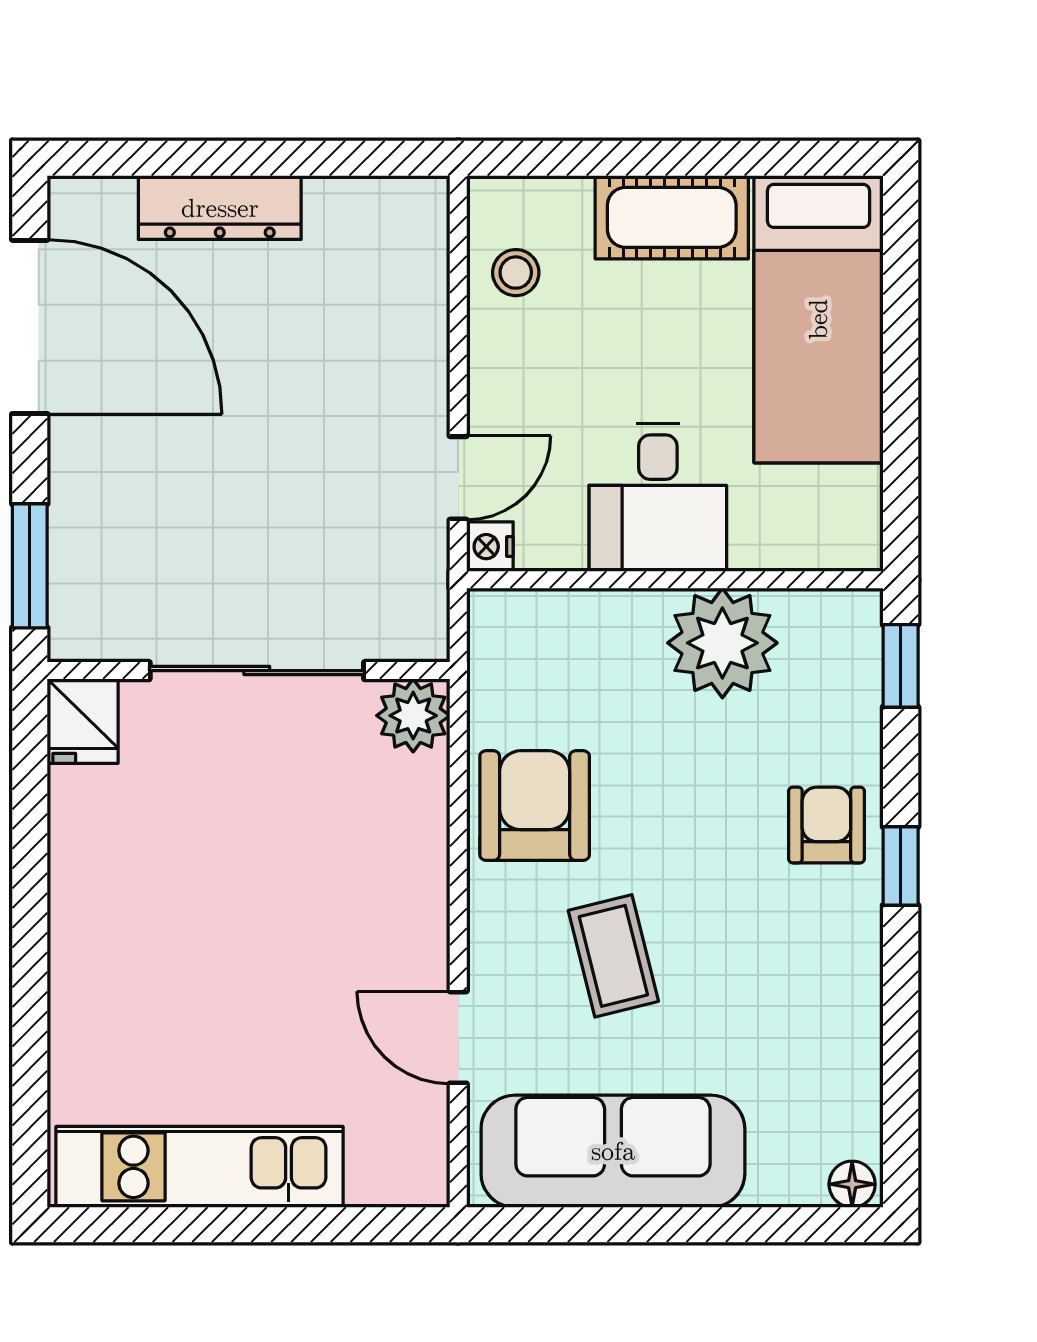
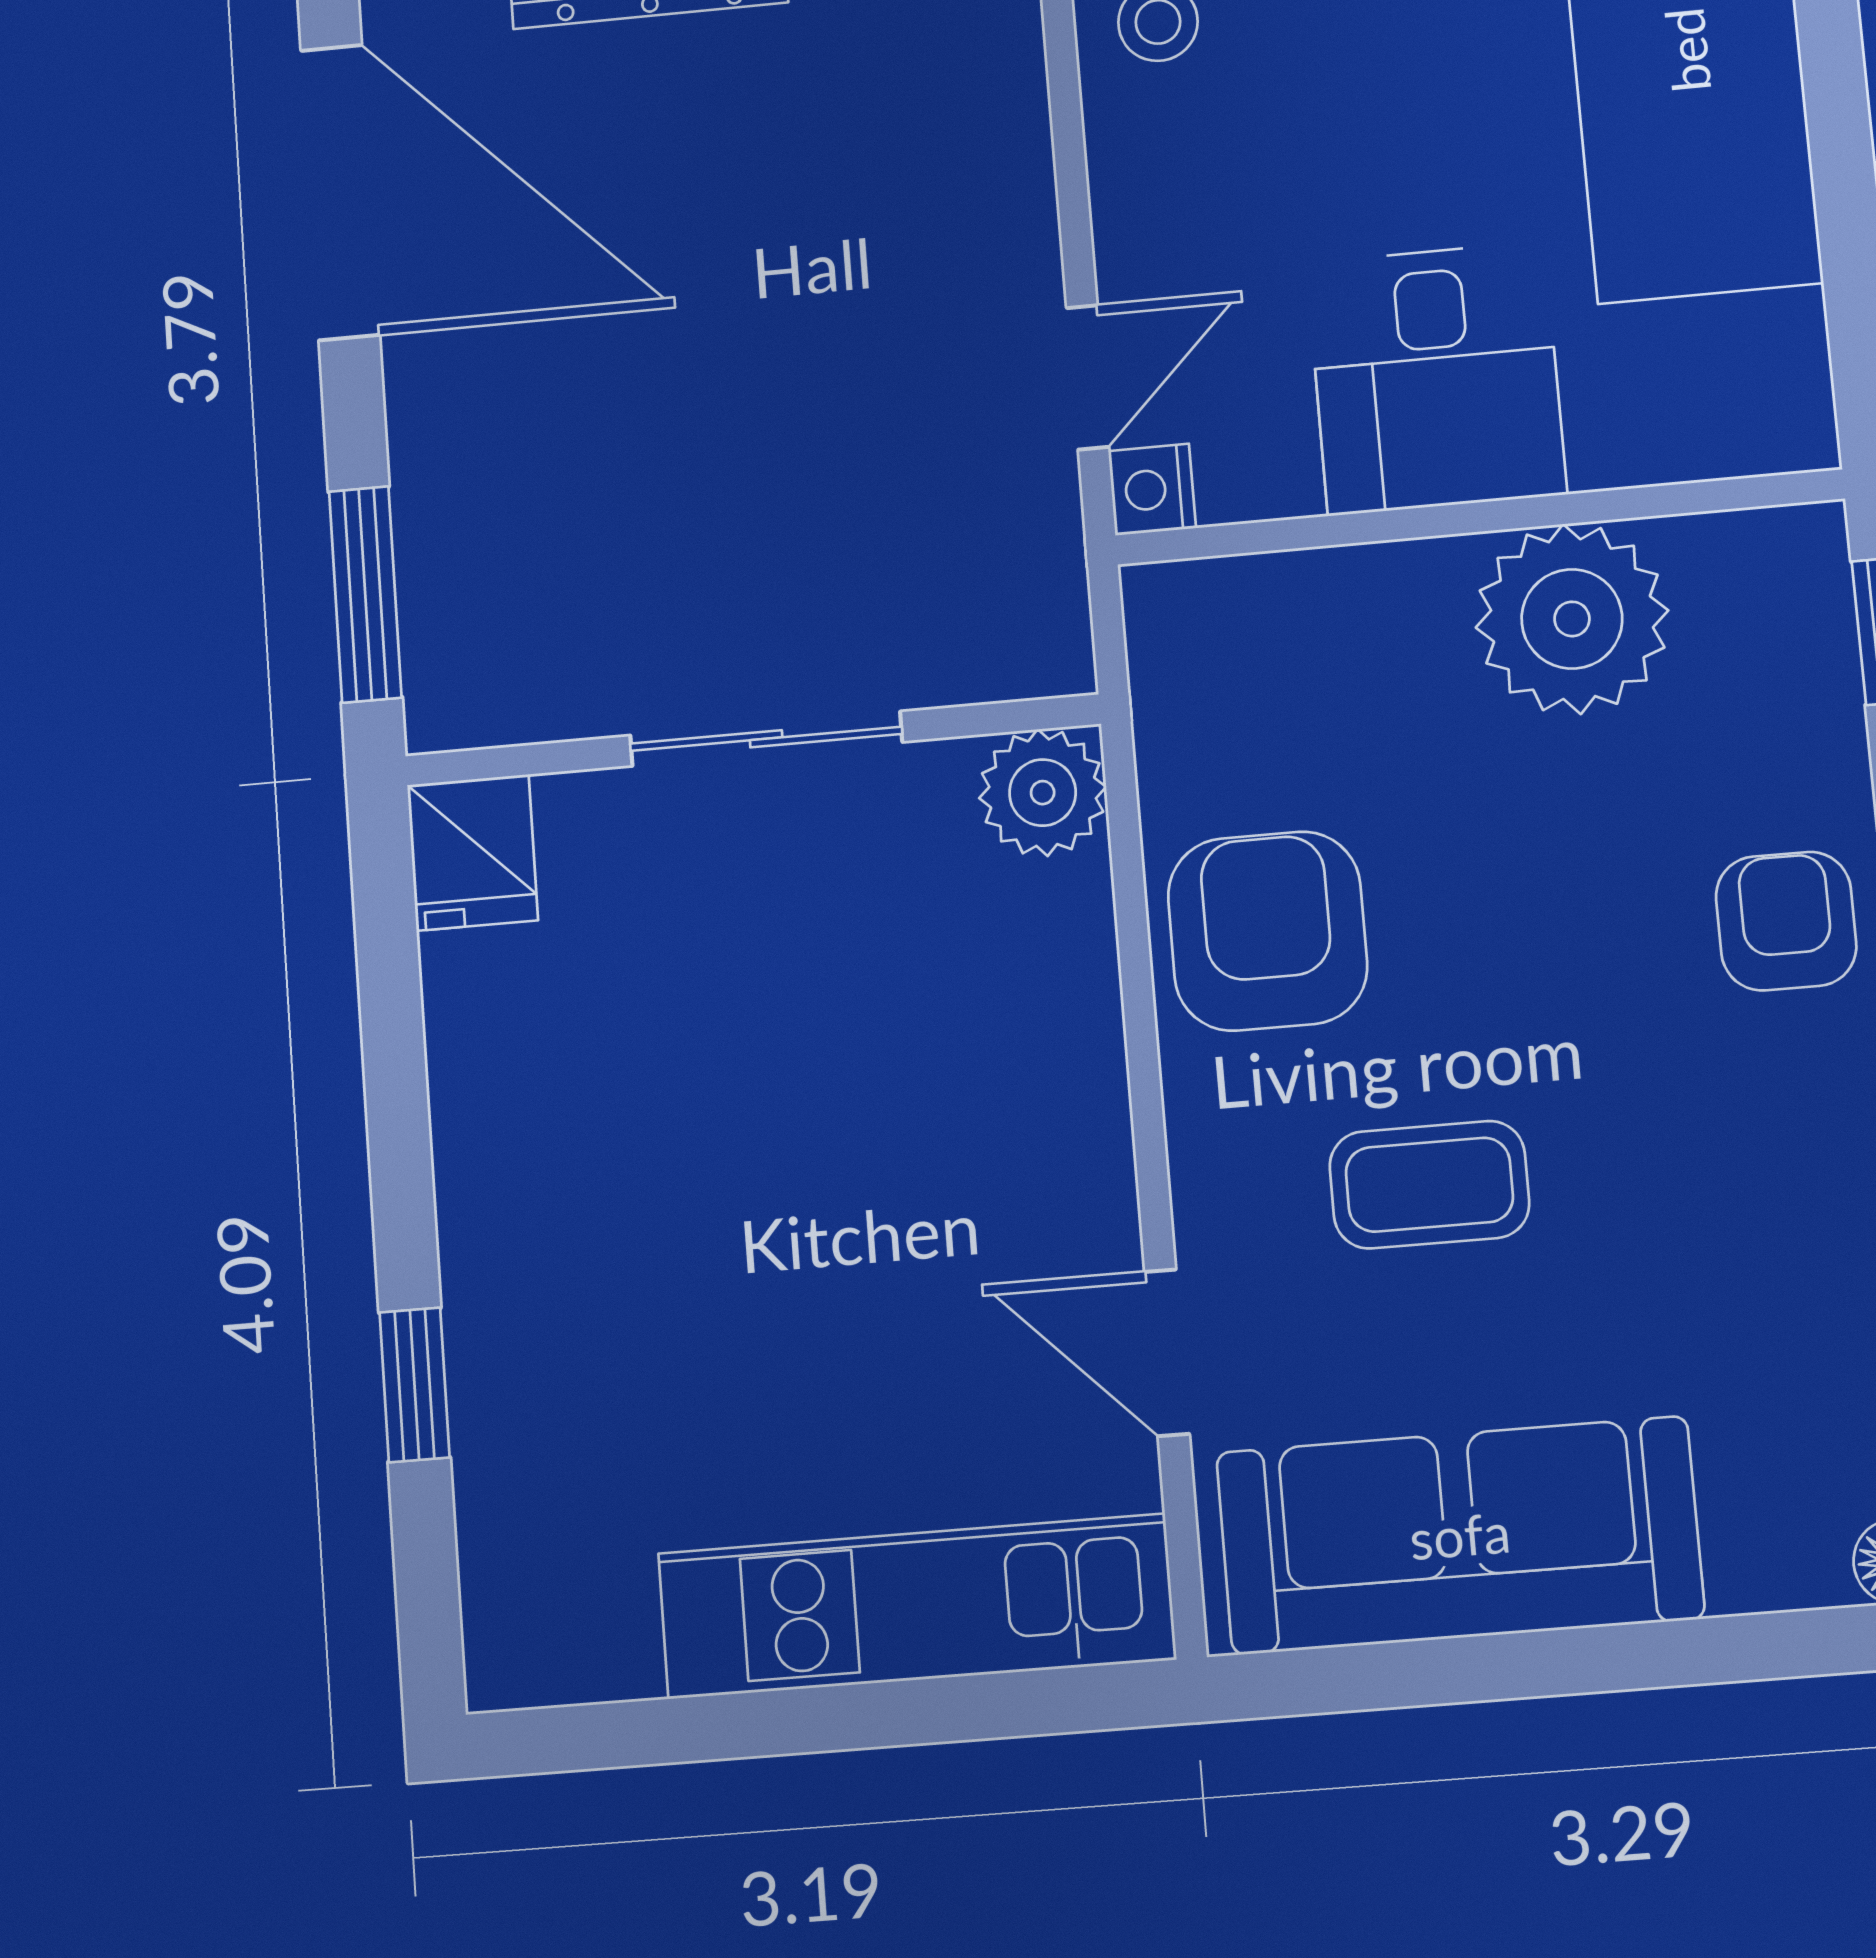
sliding door: (257, 671) -> (766, 739), width x0.73
coffee table: (613, 956) -> (1429, 1185), turned -76
window: (30, 1021) -> (414, 1385), added
kitchen unit: (200, 1167) -> (916, 1606), moved

